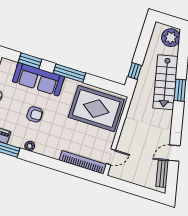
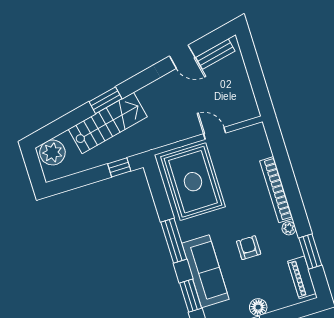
door: (111, 157) -> (215, 133), moved
bookcase: (83, 162) -> (276, 190), moved

